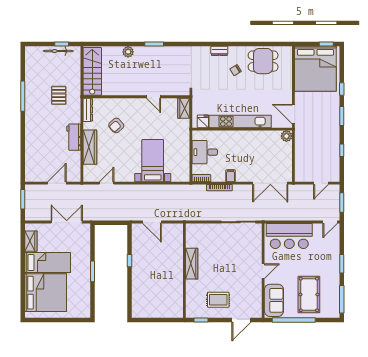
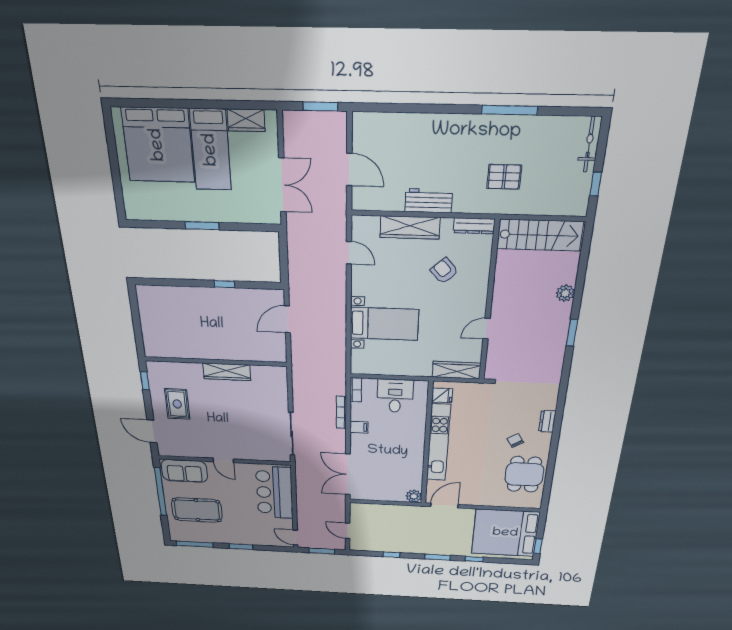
bicycle: (58, 51) -> (589, 144), moved
wardrobe: (184, 108) -> (457, 370), width x1.50

